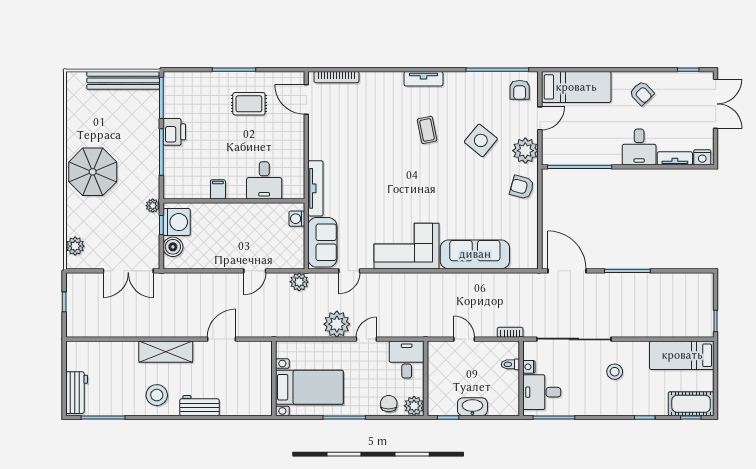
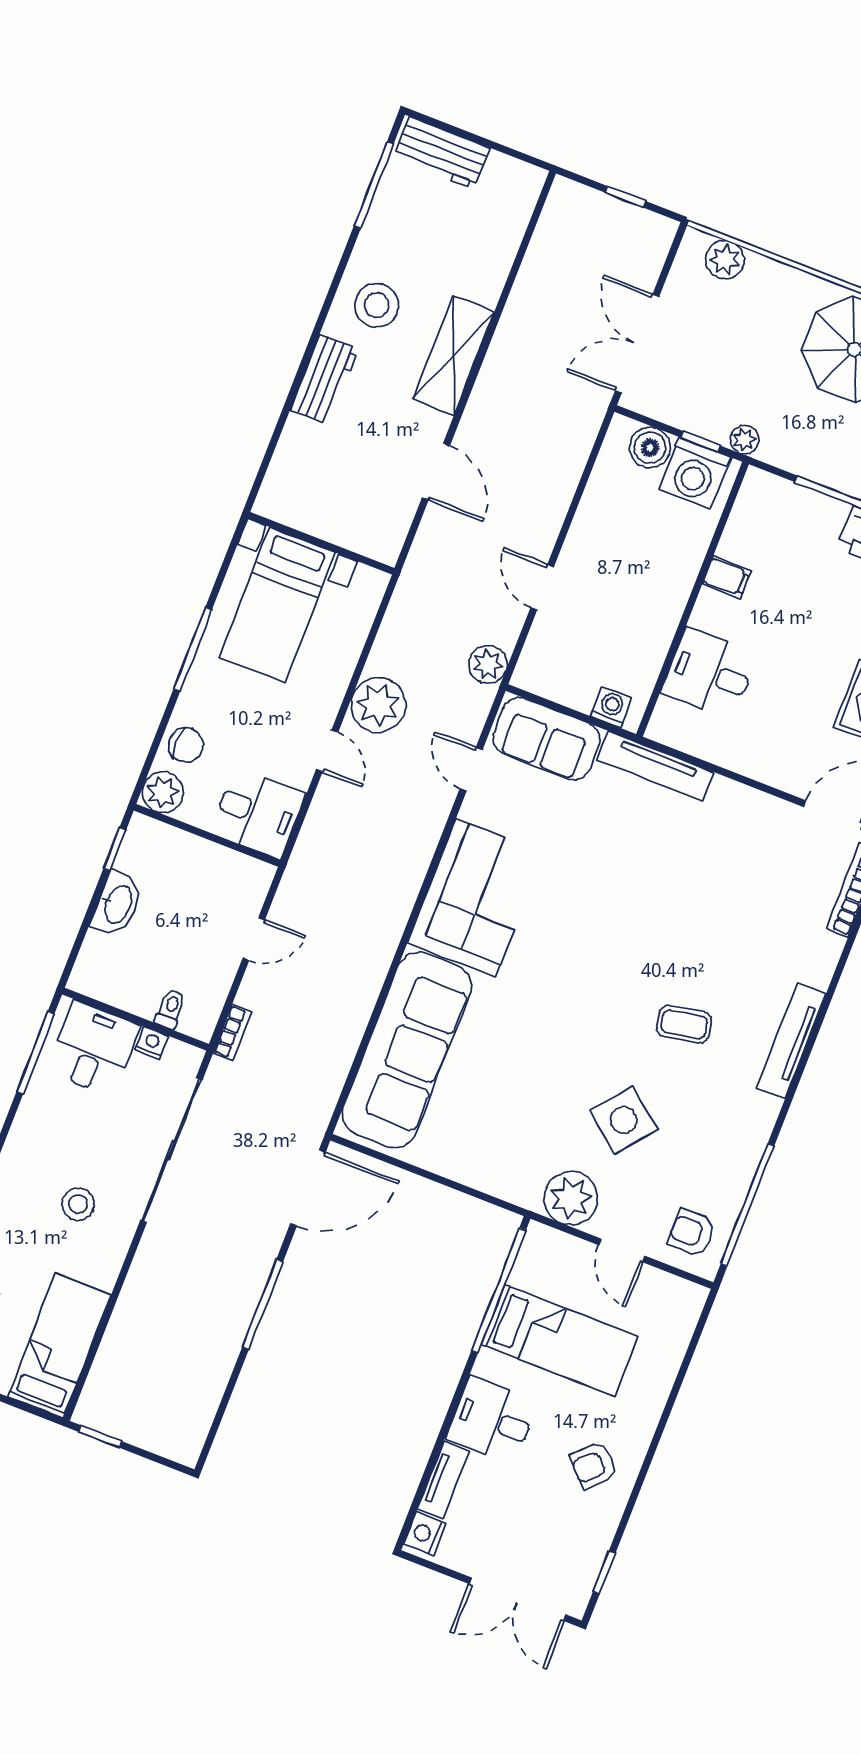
tv unit: (423, 79) -> (791, 1041), width x1.41
bed: (576, 87) -> (560, 1341), moved, turned -90
armchair: (522, 187) -> (503, 1164), removed
sofa: (475, 254) -> (407, 1050), width x1.36, depth x1.27

